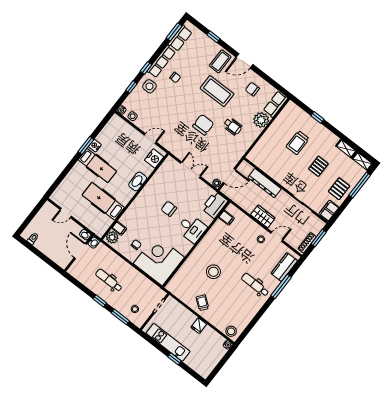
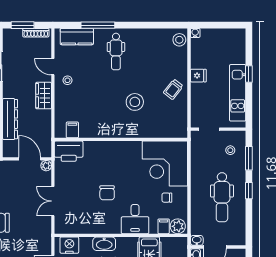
desk: (192, 229) -> (135, 219), moved, turned 180
dental chair: (109, 280) -> (222, 197), width x1.36, depth x1.38

